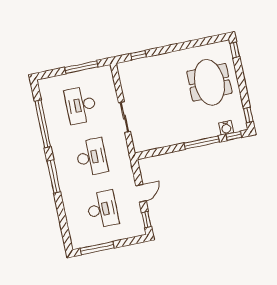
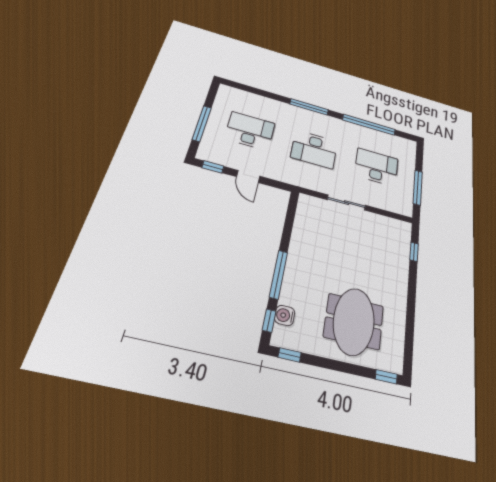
meeting table: (209, 82) -> (354, 321), turned 90
desk: (102, 209) -> (250, 131), turned 180
window: (97, 248) -> (202, 124), moved

